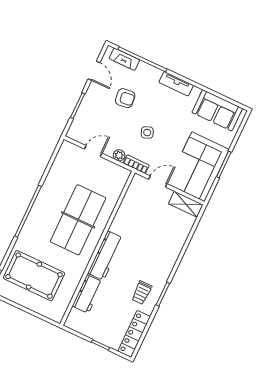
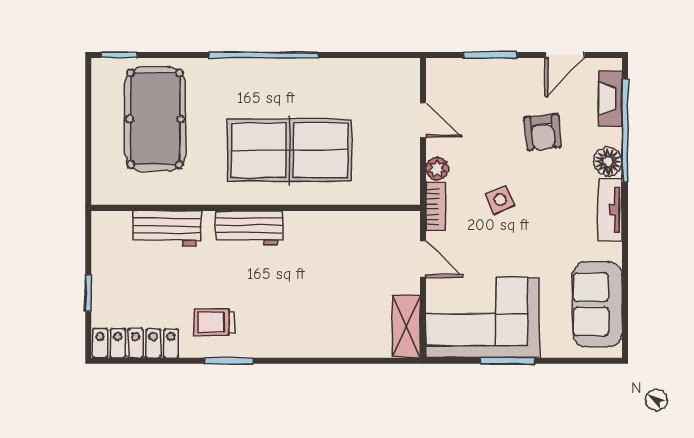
floor lamp: (153, 74) -> (608, 162), added
workbench: (105, 256) -> (249, 228), width x0.73

